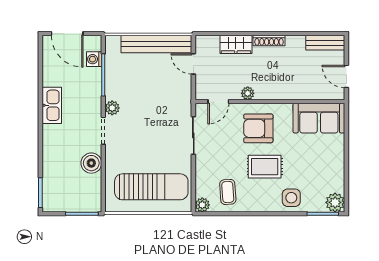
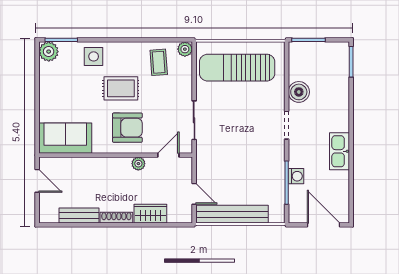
bench: (325, 43) -> (79, 216), moved
washing machine: (94, 59) -> (296, 176), moved
plant: (112, 108) -> (277, 149), removed

